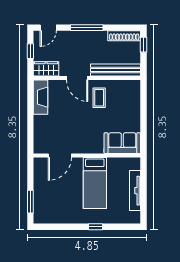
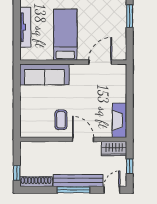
bench: (116, 70) -> (78, 181), moved
sofa: (122, 143) -> (44, 74), width x1.36

